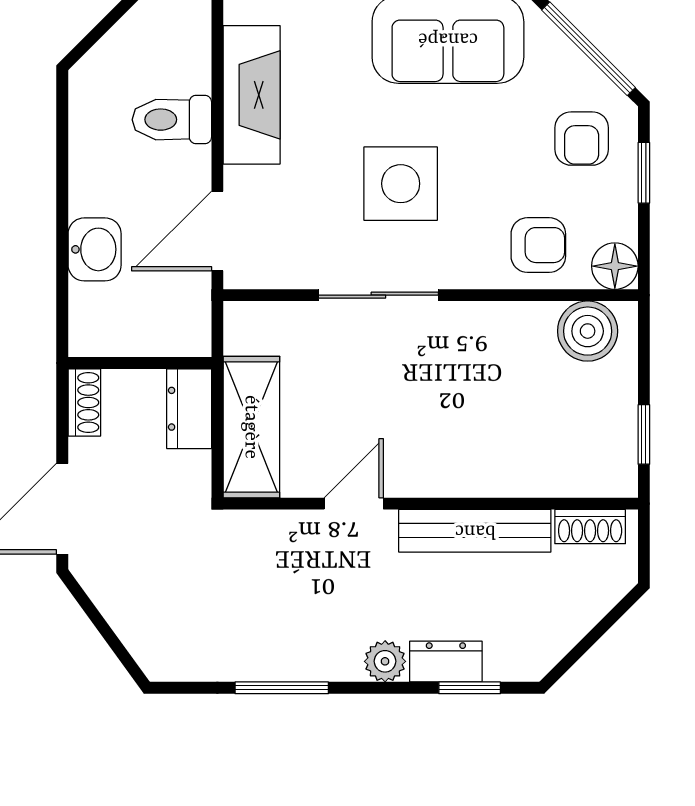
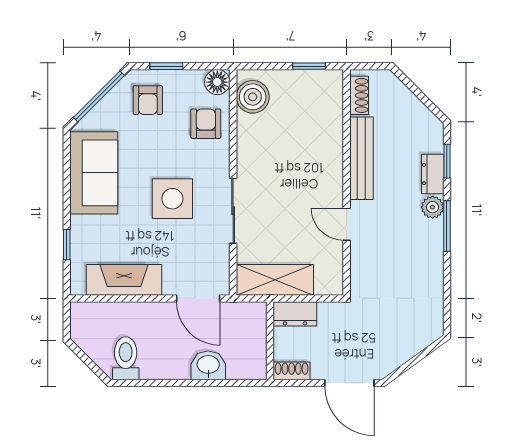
toilet: (172, 120) -> (126, 358), moved, turned 180
armchair: (582, 139) -> (148, 100), turned 90
shelving: (251, 427) -> (275, 280), moved
window: (282, 688) -> (447, 226), moved

